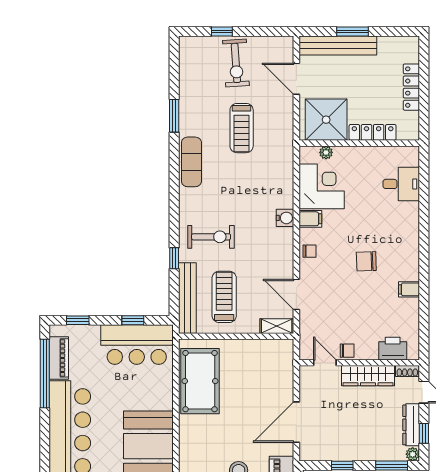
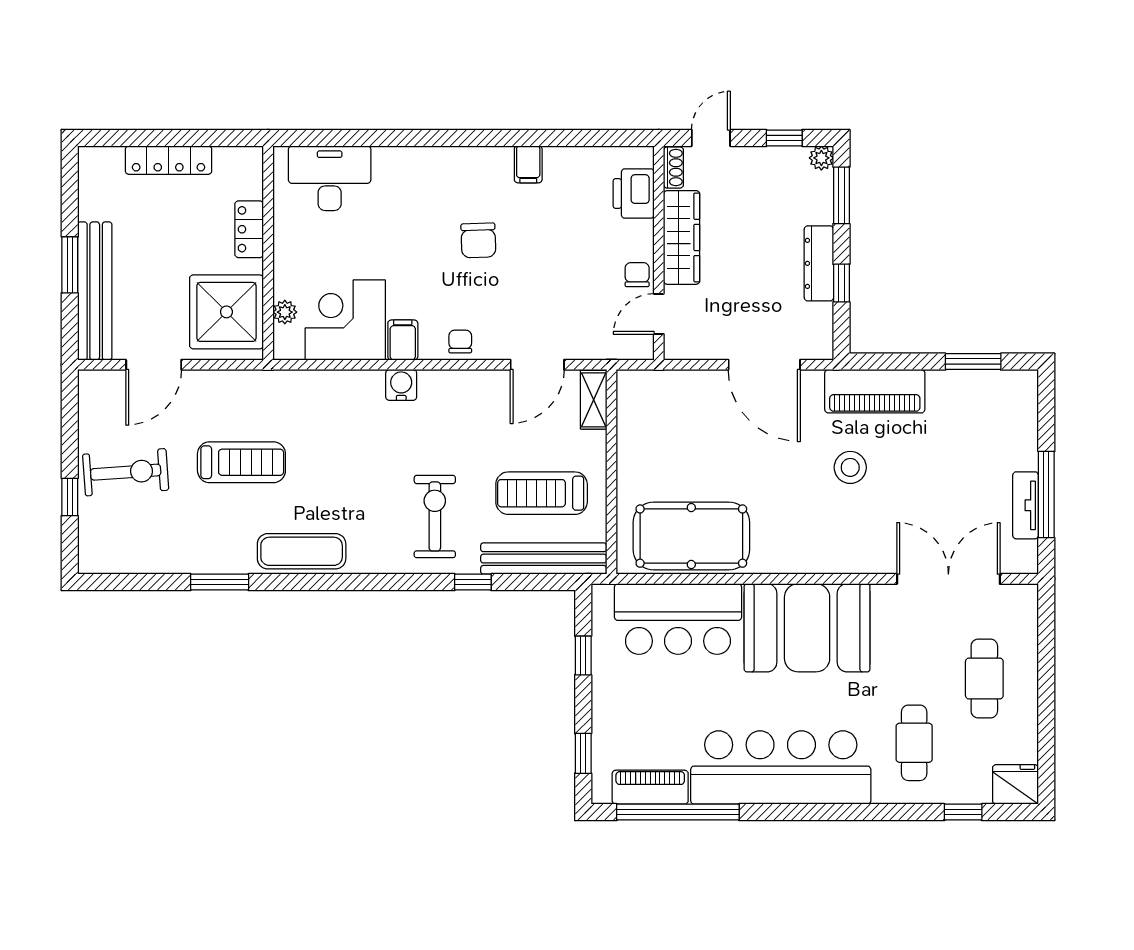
locker: (373, 132) -> (249, 229), width x0.66
desk: (401, 184) -> (330, 178), width x1.37
bar counter: (137, 345) -> (678, 619), moved, turned 90
dresser: (411, 425) -> (819, 263), moved, turned 90

